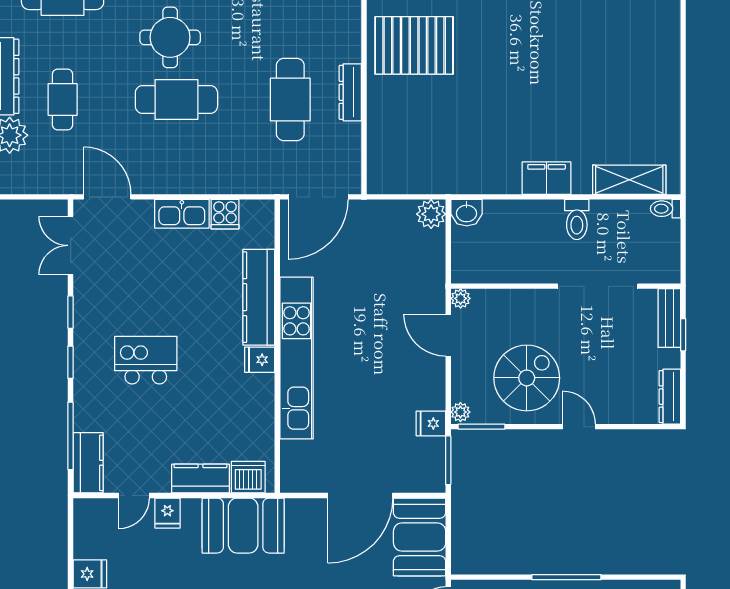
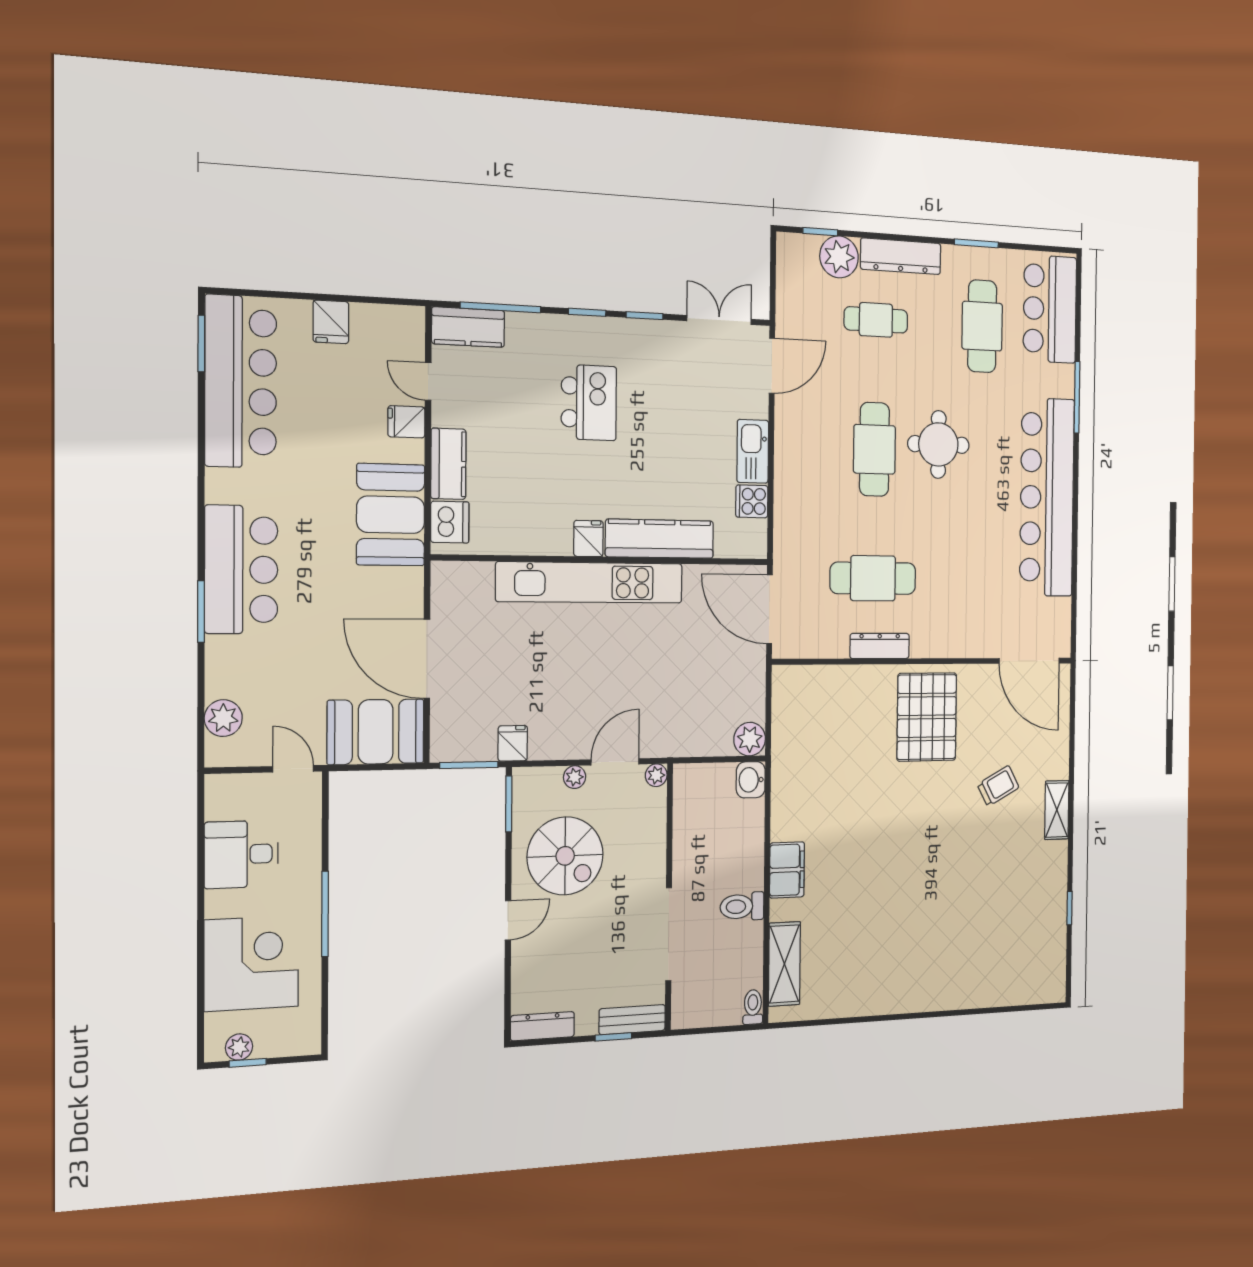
plant: (460, 412) -> (575, 777), moved

